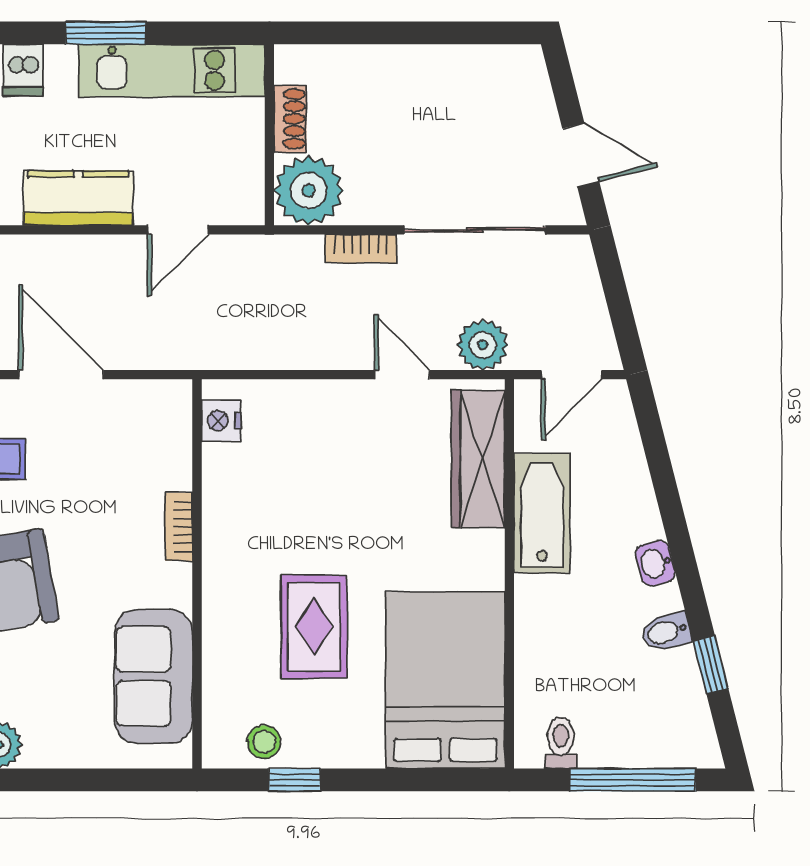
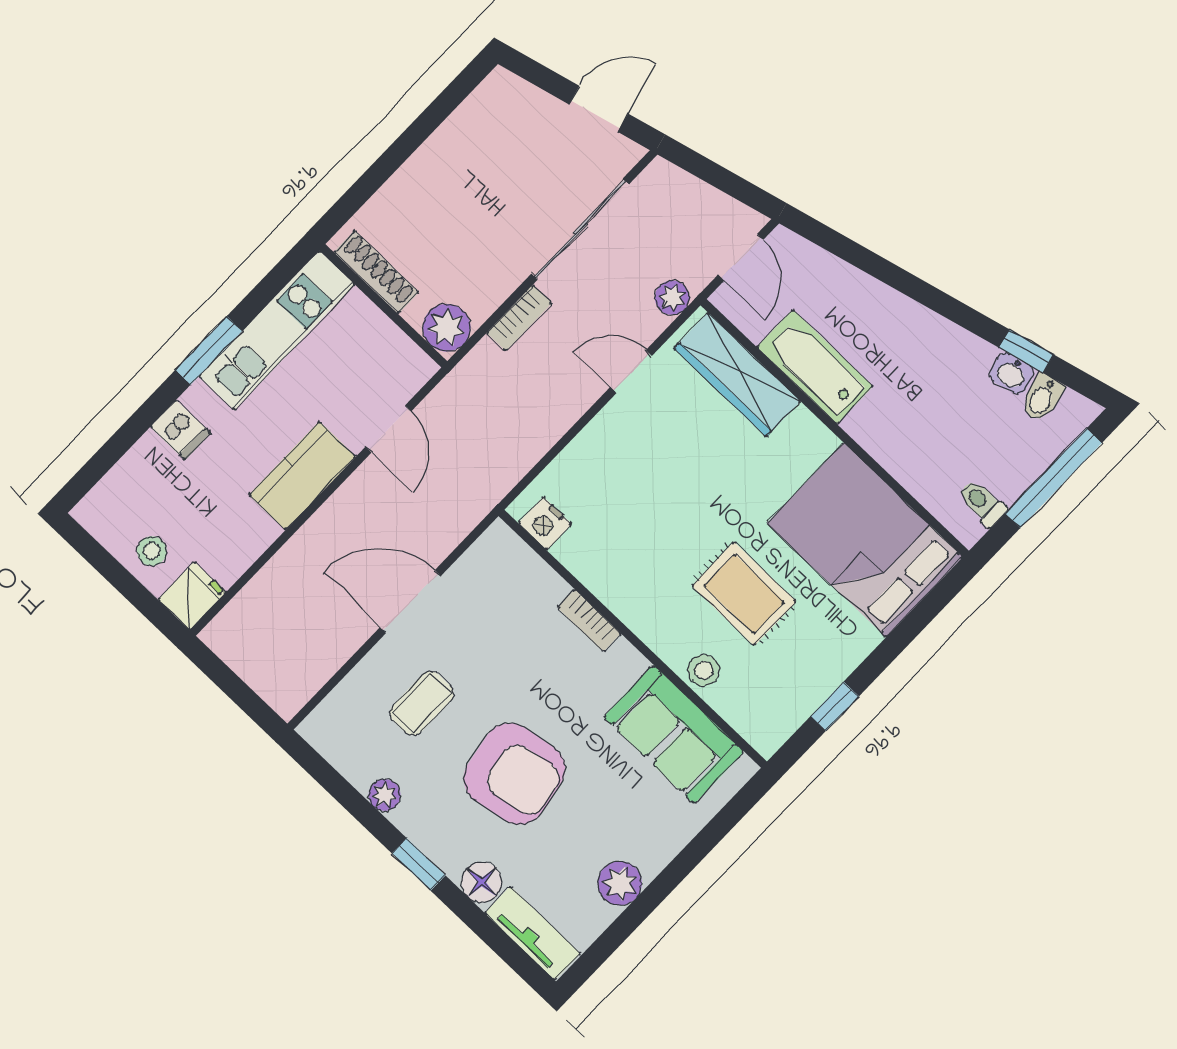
shoe rack: (290, 119) -> (376, 272), width x1.43
plant: (309, 191) -> (447, 328), width x0.73, depth x0.73
plant: (483, 345) -> (672, 298), width x0.73, depth x0.73
washbasin: (655, 563) -> (1012, 373), moved
bidet: (666, 632) -> (1042, 398), moved
stool: (264, 742) -> (704, 670), moved

